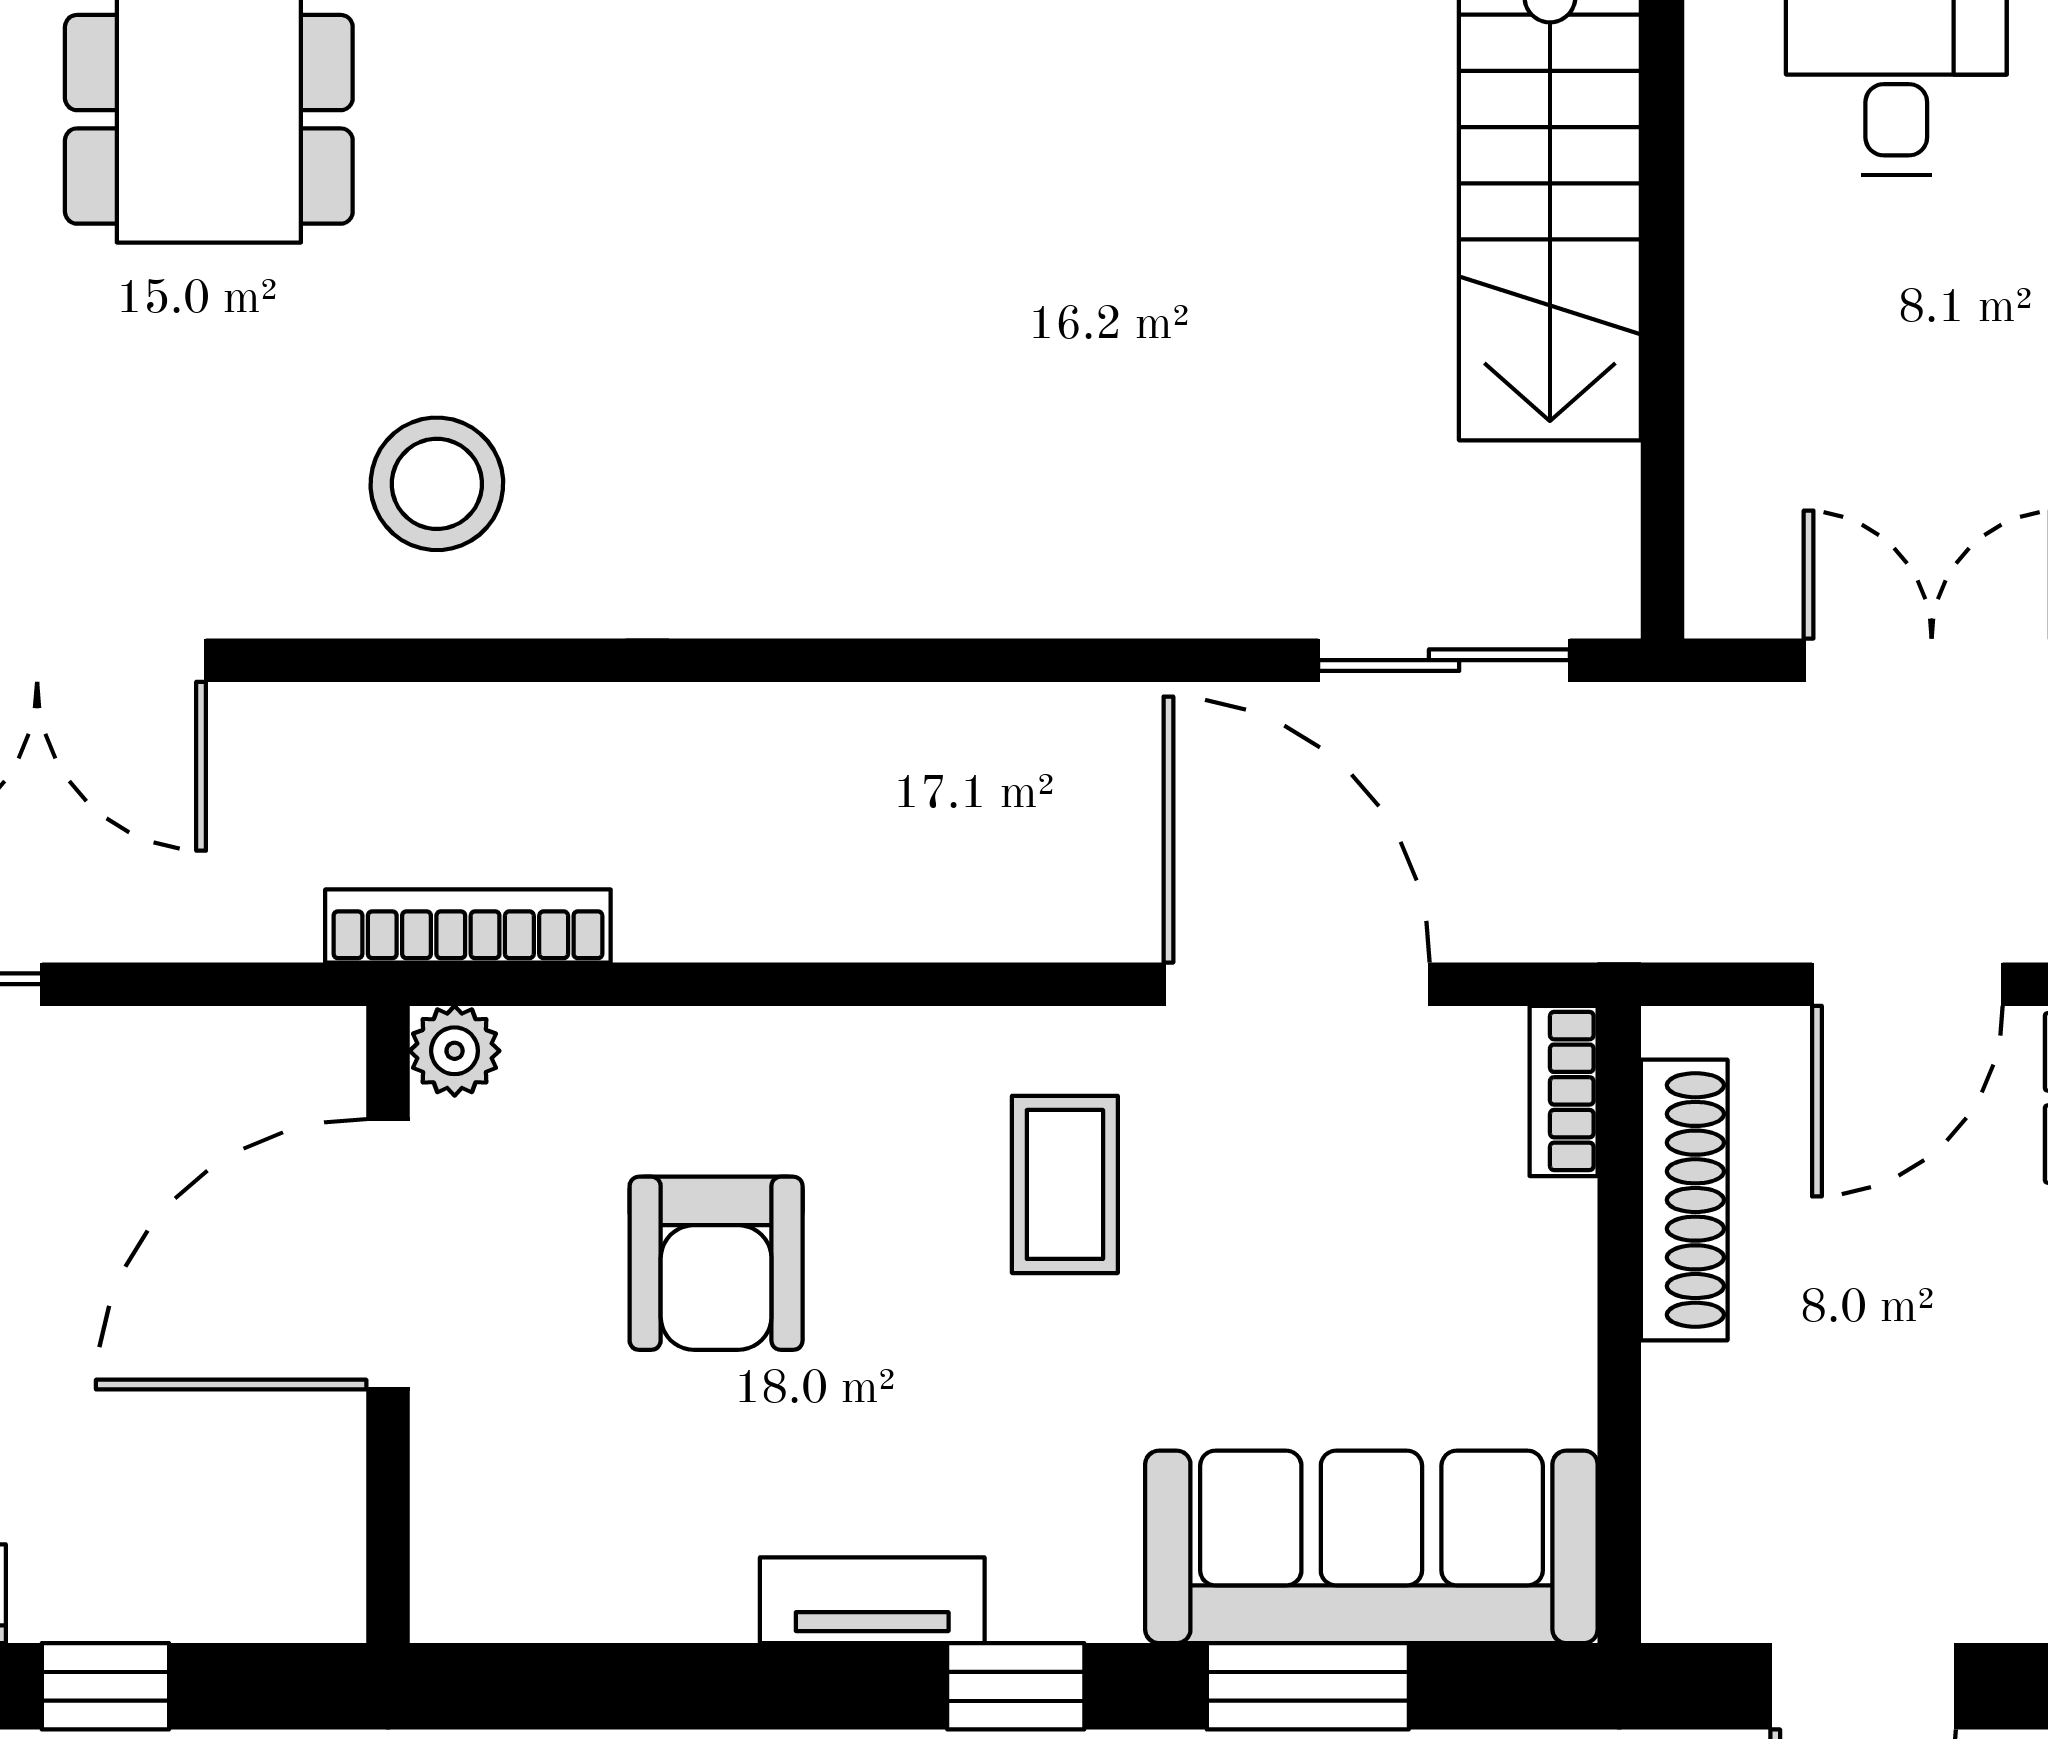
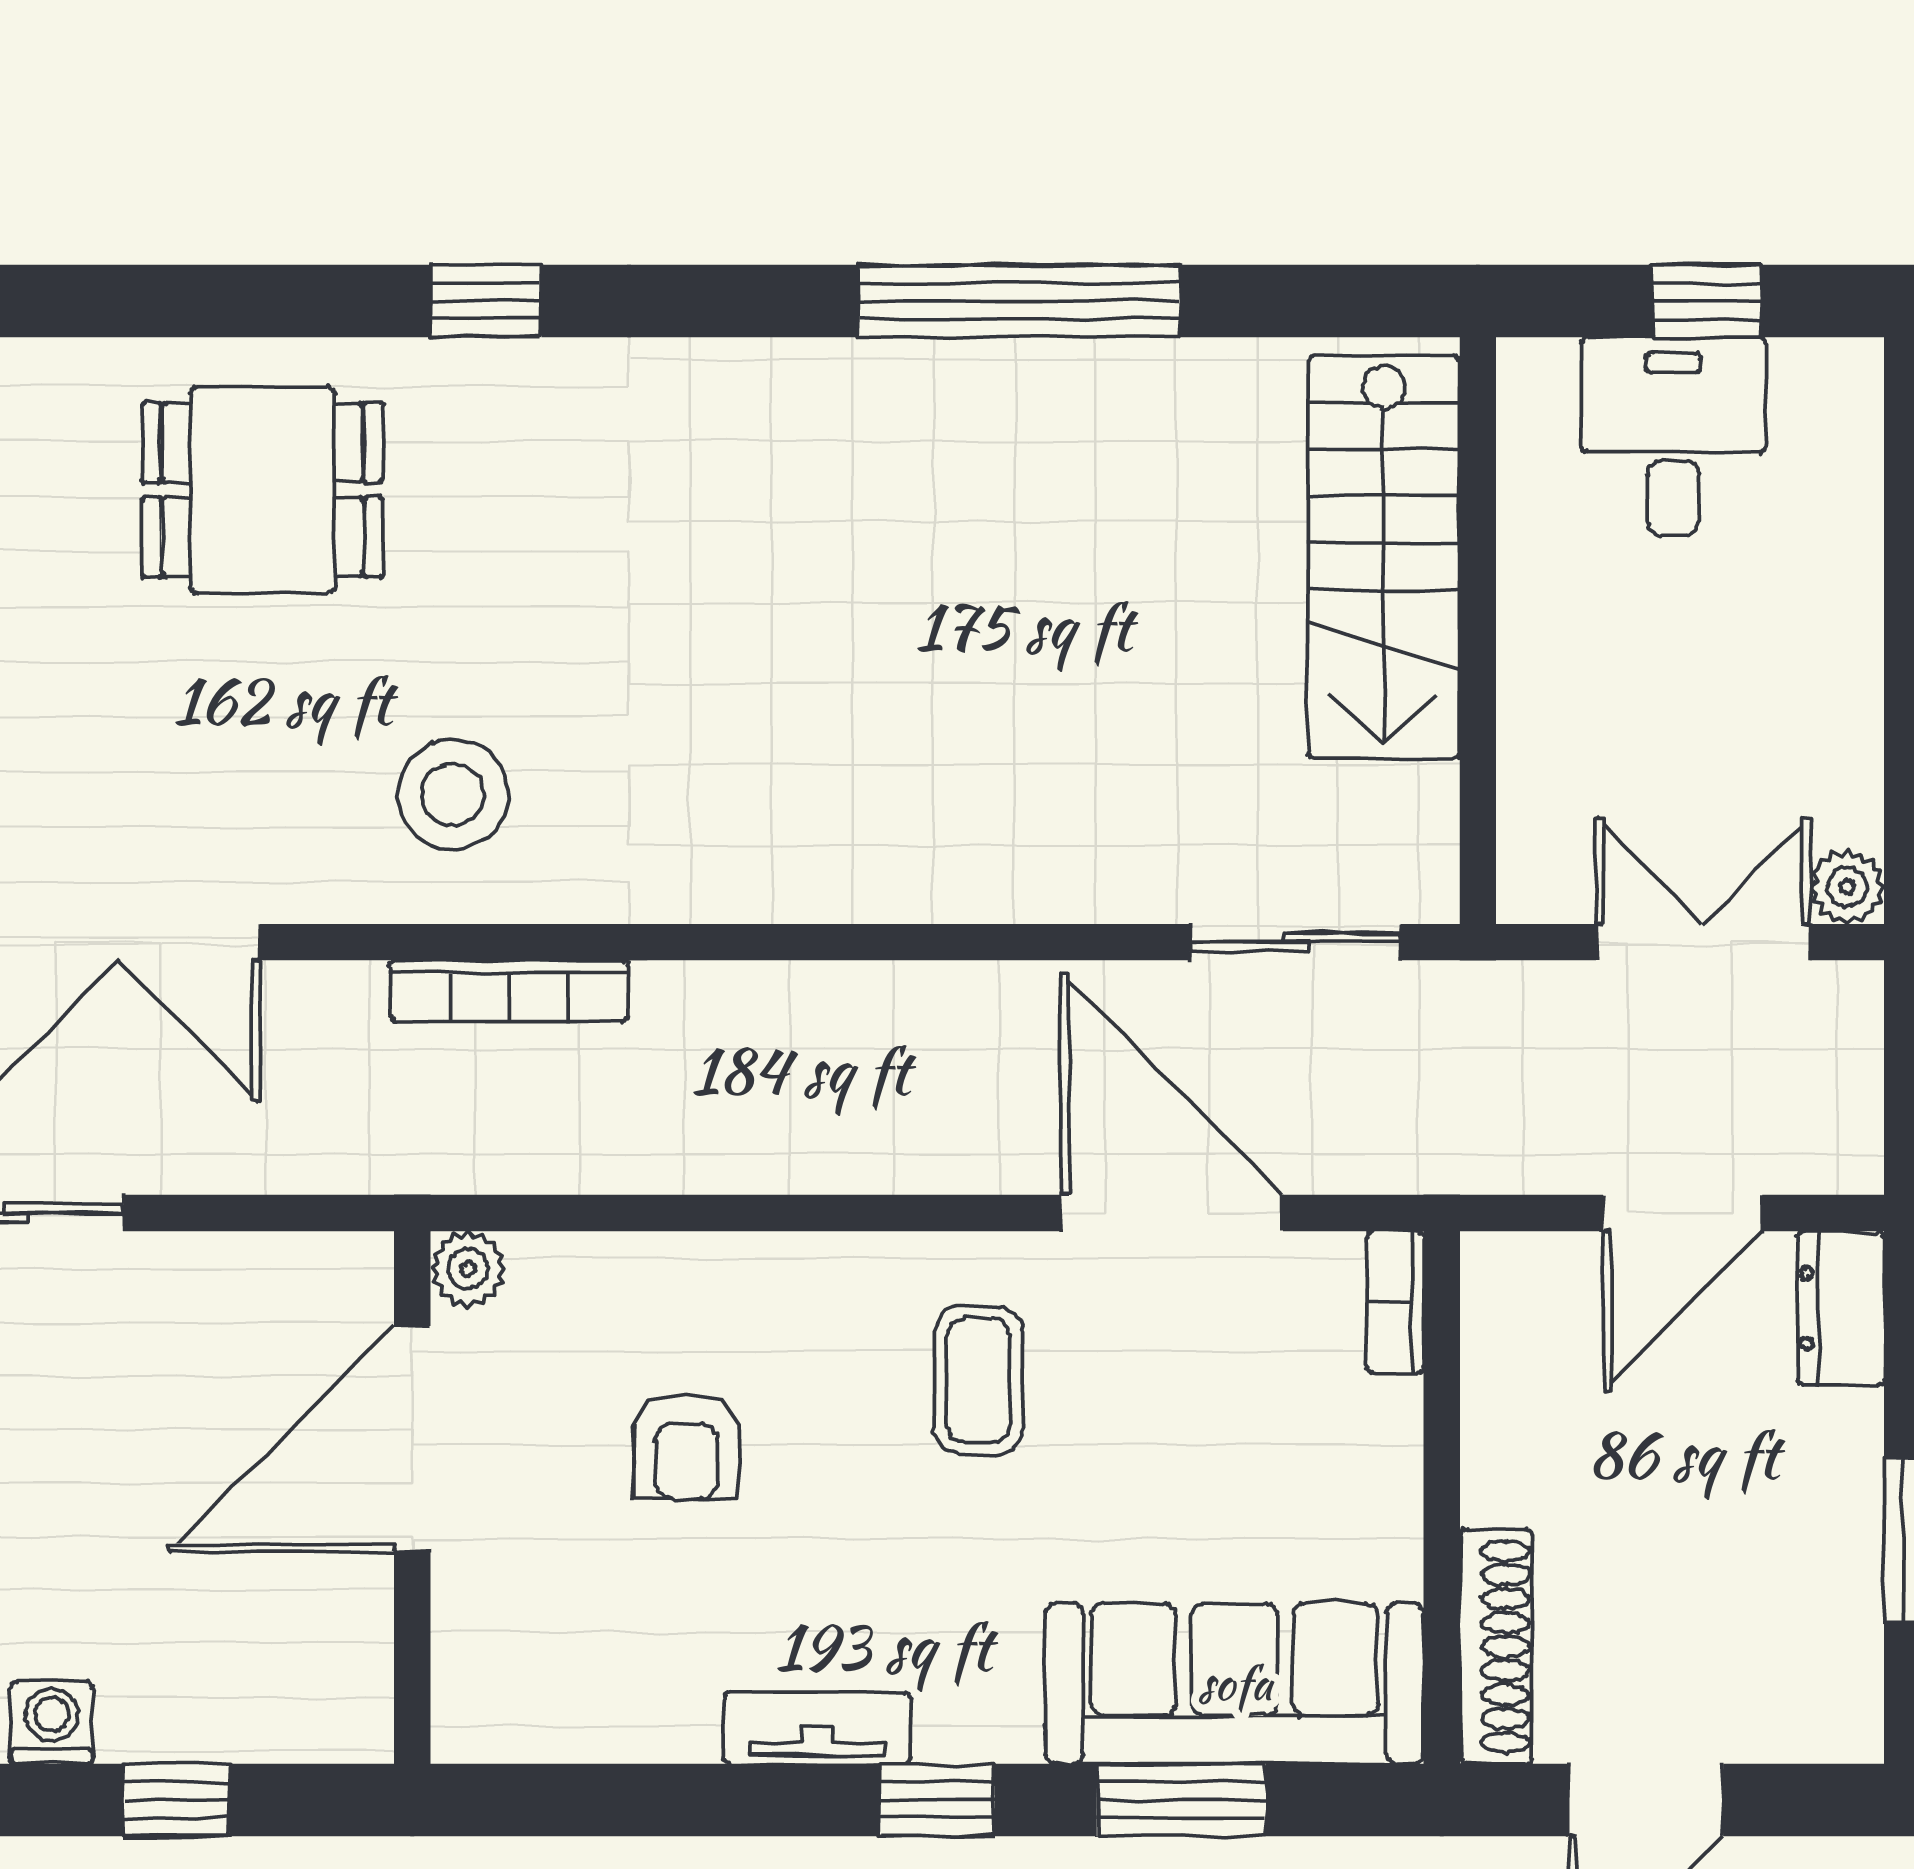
bookcase: (468, 926) -> (509, 991), moved, turned 180
shoe rack: (1684, 1200) -> (1496, 1647), moved
armchair: (716, 1263) -> (687, 1446), width x0.72, depth x0.72

